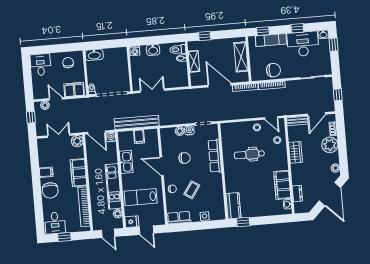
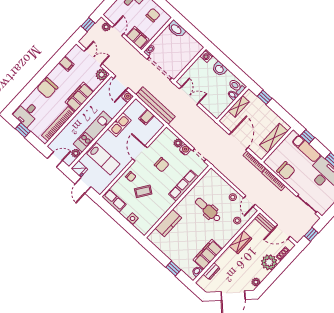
filing cabinet: (46, 172) -> (66, 64), moved
lab bench: (141, 197) -> (103, 159), turned 180
kitchen counter: (233, 206) -> (168, 223), moved
window: (243, 222) -> (173, 268), moved
door: (108, 233) -> (55, 160), swing flipped

